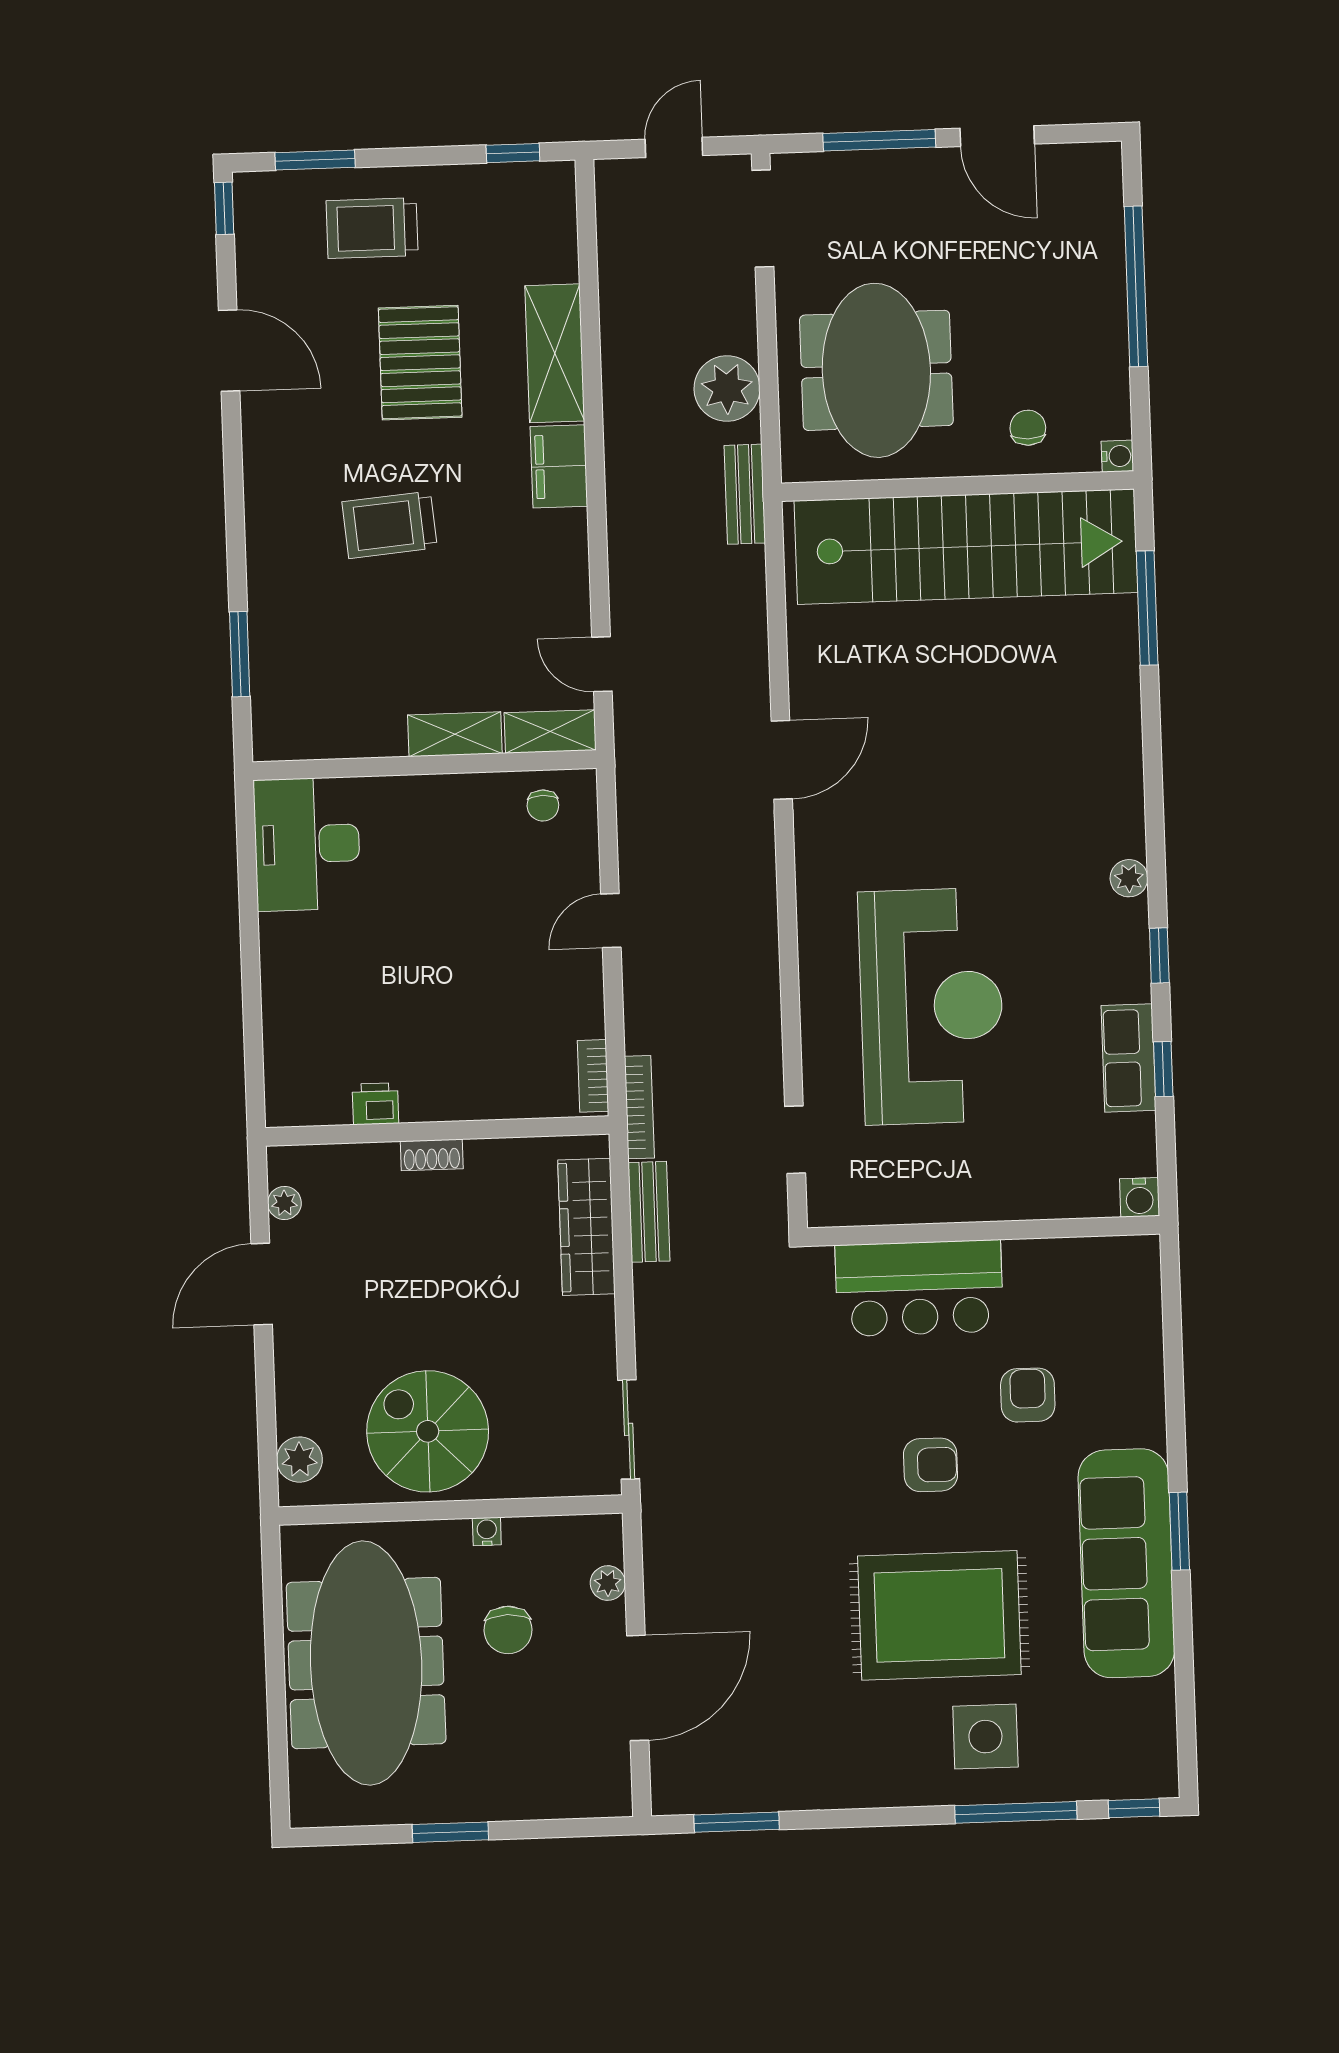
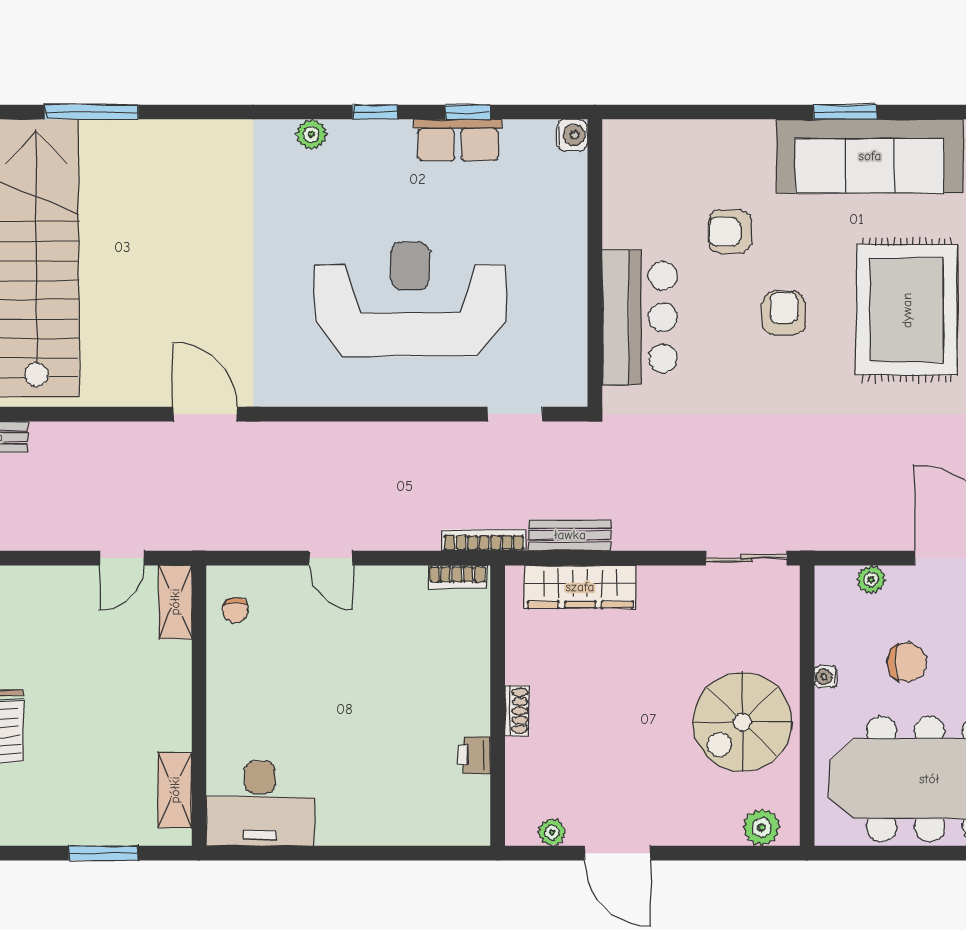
shelving: (455, 734) -> (175, 790), moved
chair: (543, 806) -> (235, 610), turned 90

